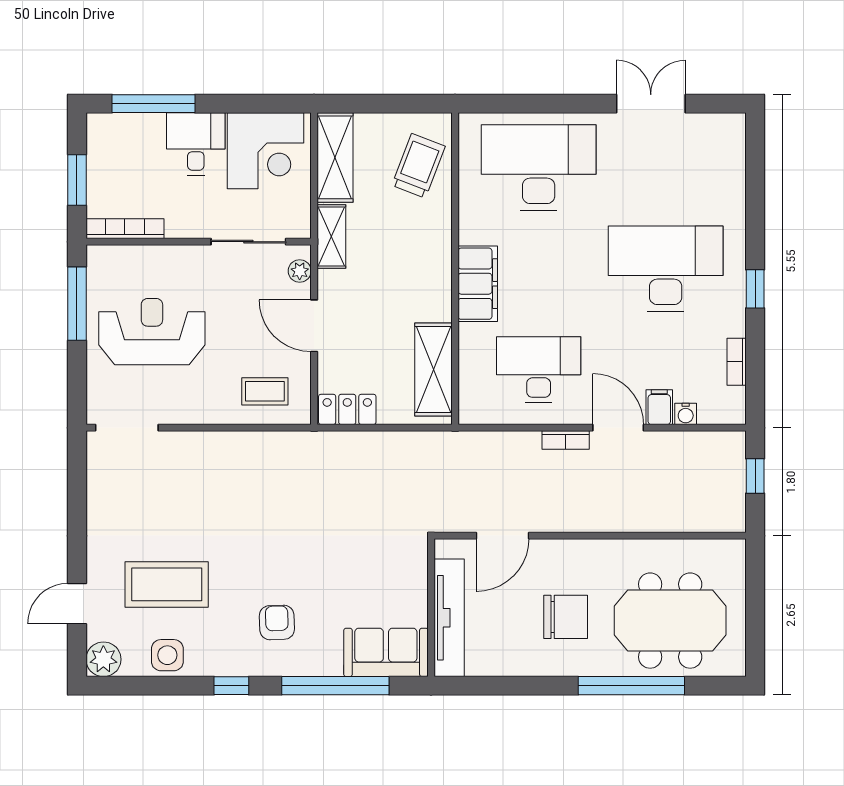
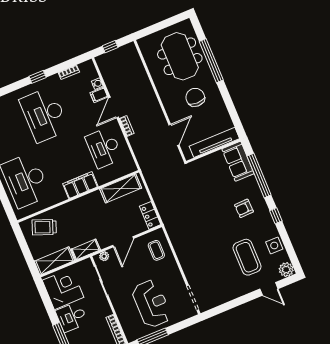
reception desk: (152, 332) -> (151, 304), turned 180
door: (502, 536) -> (174, 135), hinge flipped

